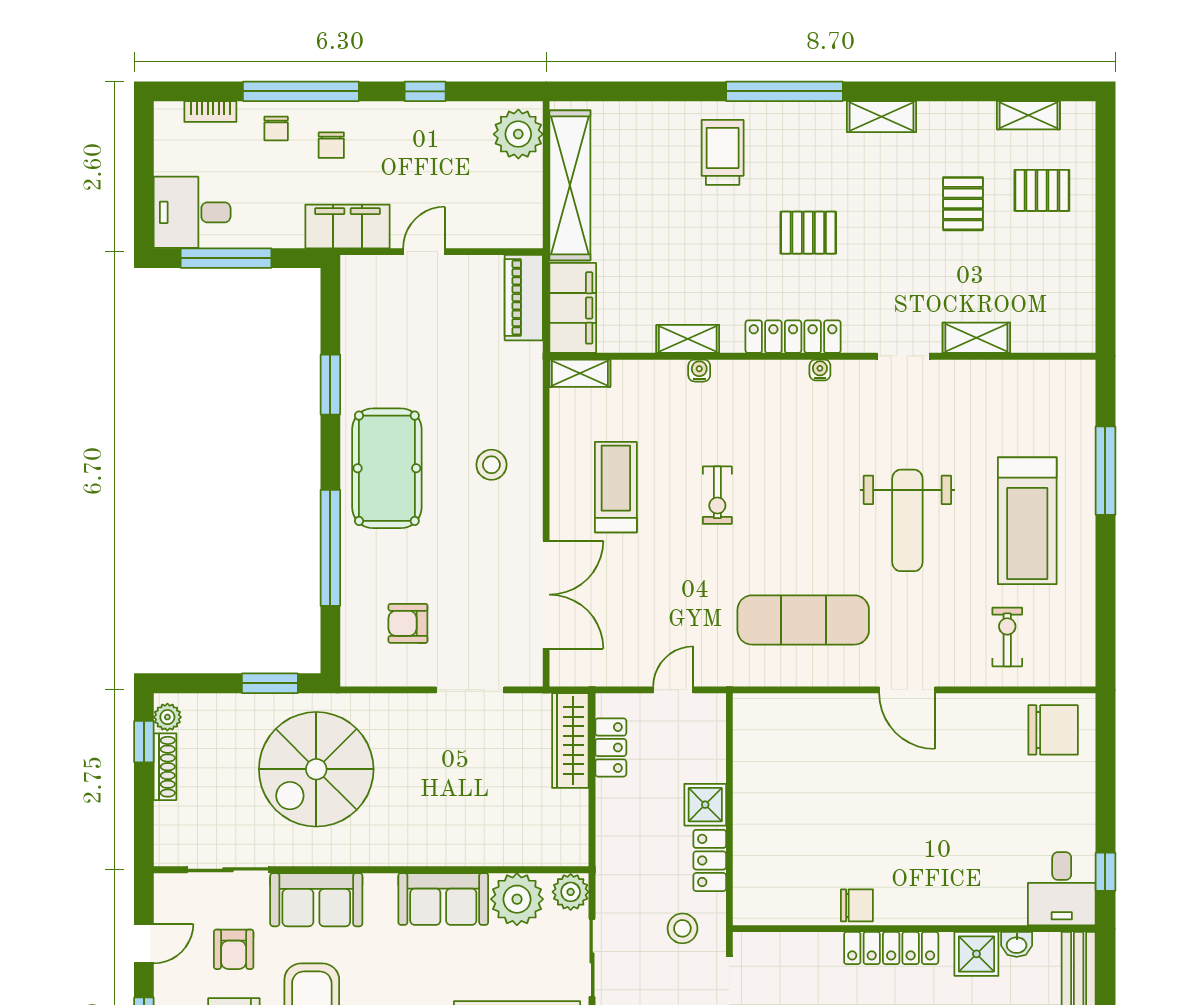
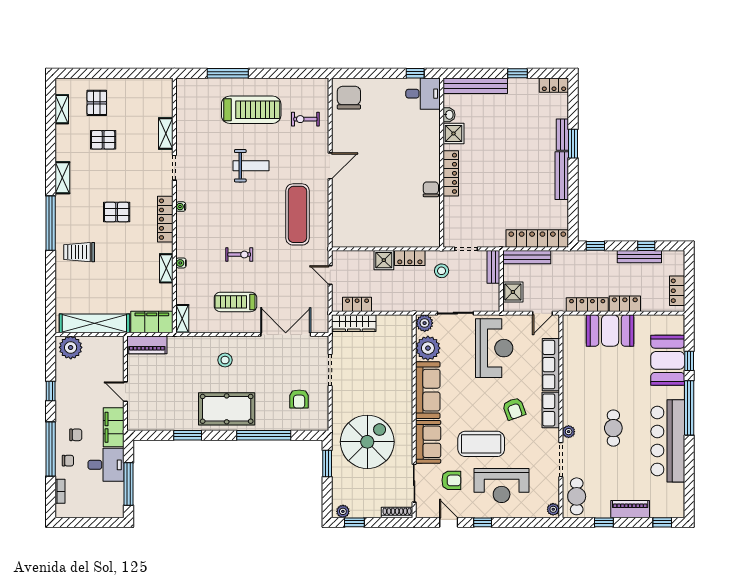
desk: (192, 212) -> (106, 465), moved, turned -90
pallet: (808, 233) -> (117, 212), turned 90
weight bench: (907, 520) -> (251, 166), width x0.73, depth x0.75
shoe rack: (165, 767) -> (397, 512), moved
spiral stairs: (316, 769) -> (367, 442), turned -90
sofa: (443, 899) -> (428, 390), width x1.36

